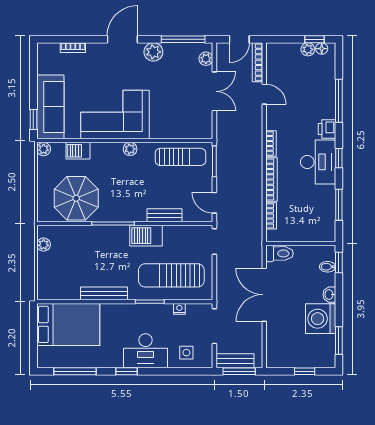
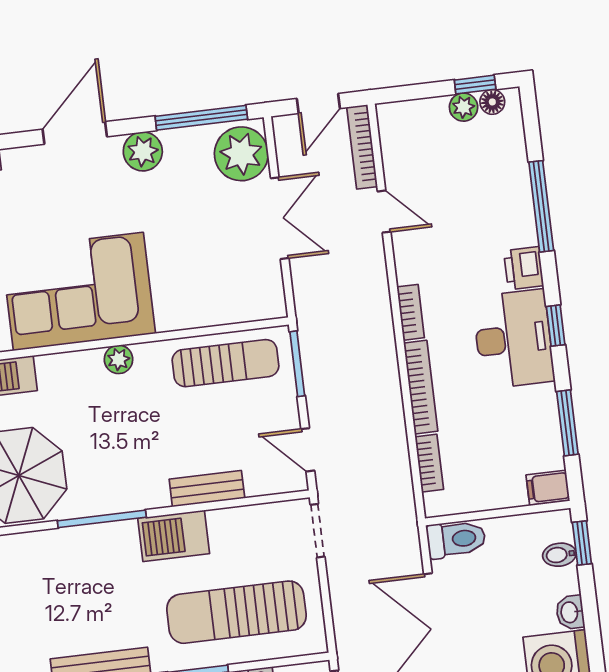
plant: (206, 59) -> (241, 154), width x1.88, depth x1.88
filing cabinet: (326, 234) -> (548, 488), added

